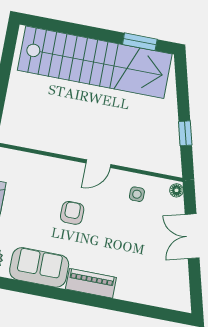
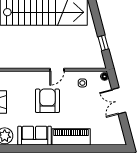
armchair: (72, 213) -> (47, 101), width x1.88, depth x1.88
piano: (91, 283) -> (71, 137), width x1.37, depth x1.33

